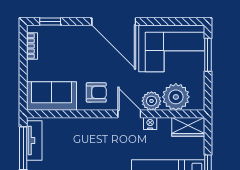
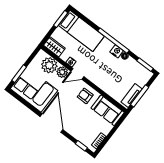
door: (129, 114) -> (77, 74), hinge flipped

